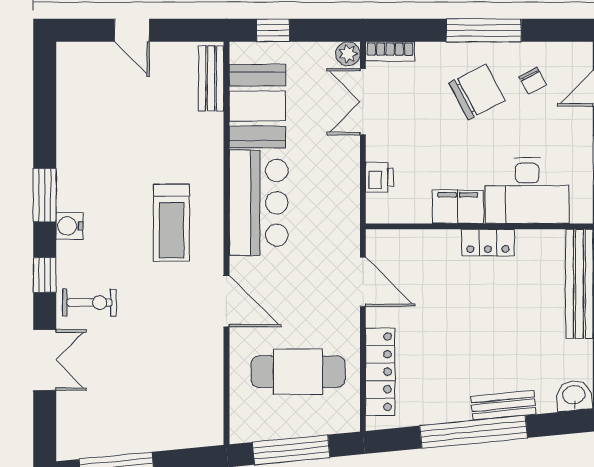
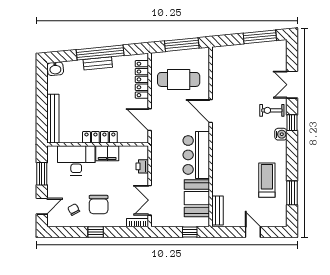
window: (484, 30) -> (96, 232), width x0.46
plant: (348, 54) -> (156, 222), removed
chair: (477, 92) -> (99, 205), turned -62
double door: (363, 102) -> (150, 200), swing flipped
window: (45, 195) -> (292, 193), moved
treadmill: (171, 223) -> (267, 180), moved
water cooler: (69, 226) -> (281, 134), moved
locker: (488, 242) -> (100, 137), width x1.53
bench: (503, 405) -> (98, 63), moved

